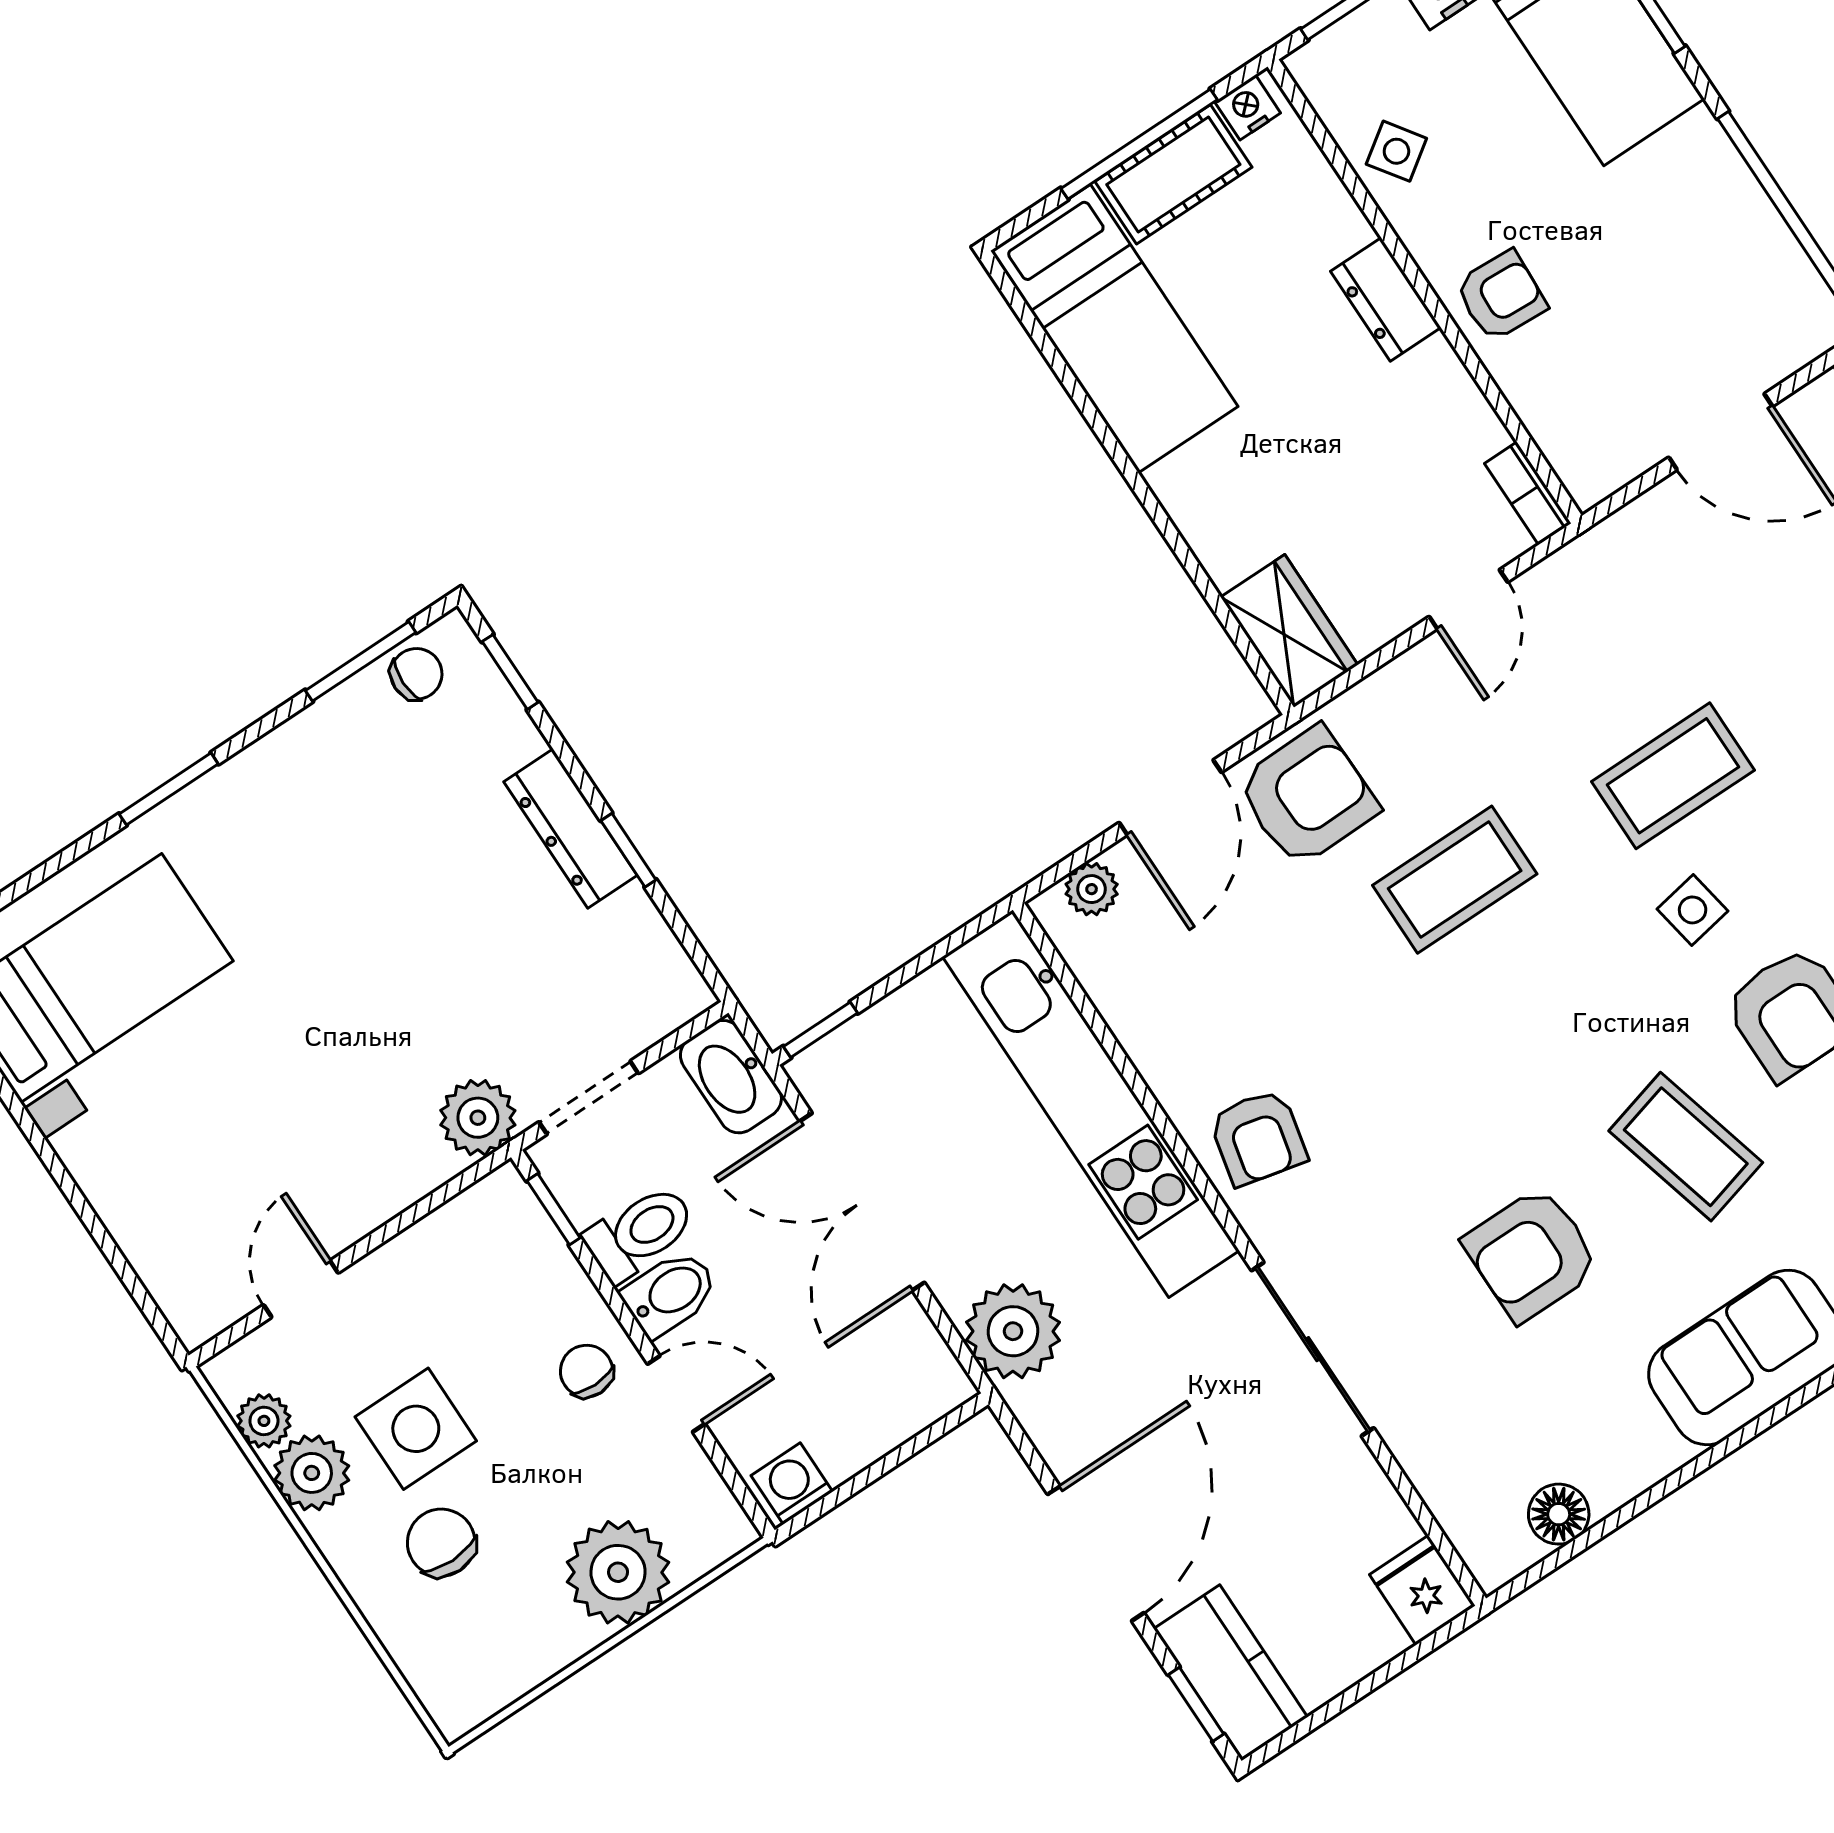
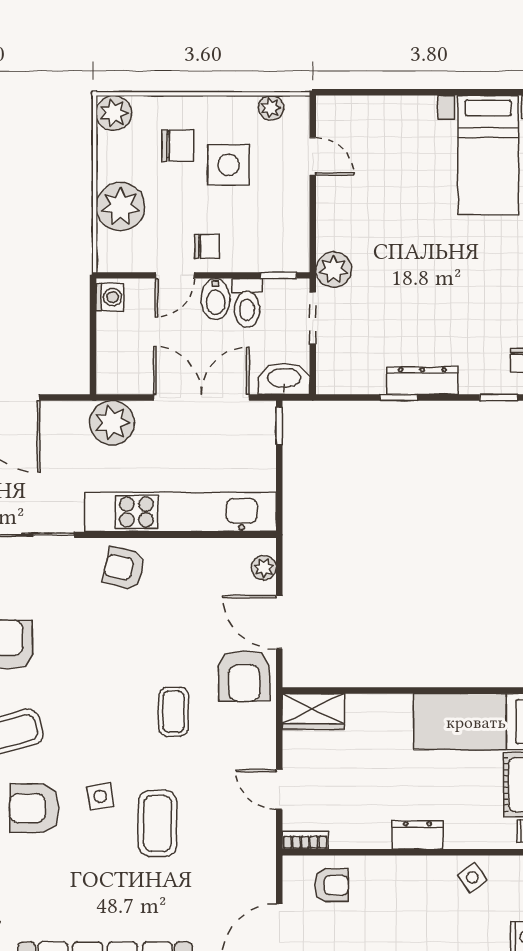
armchair: (1501, 296) -> (332, 885), moved, turned -93
coffee table: (1455, 880) -> (174, 712), width x0.73, depth x0.77
plant: (312, 1473) -> (114, 113), moved

